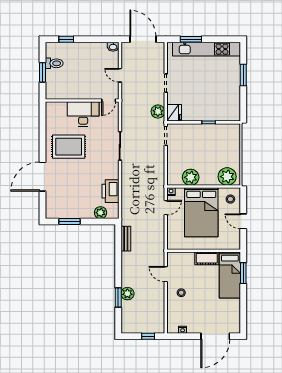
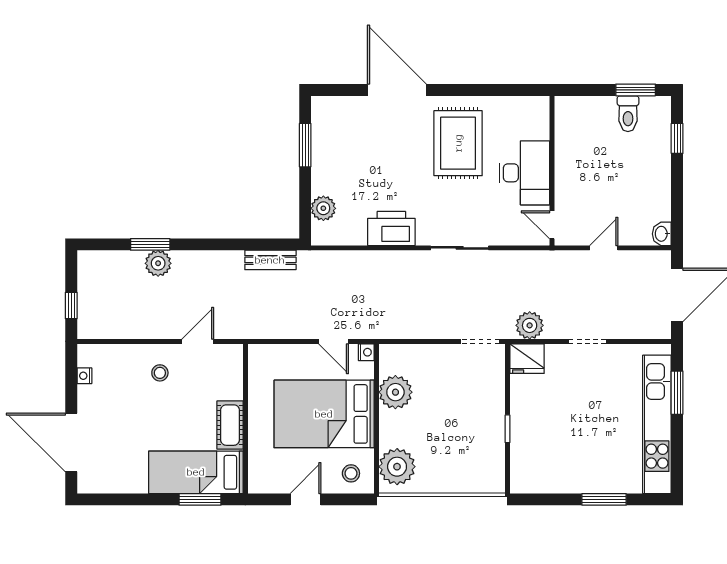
window: (43, 72) -> (636, 90), moved
printer: (110, 191) -> (391, 229), moved

